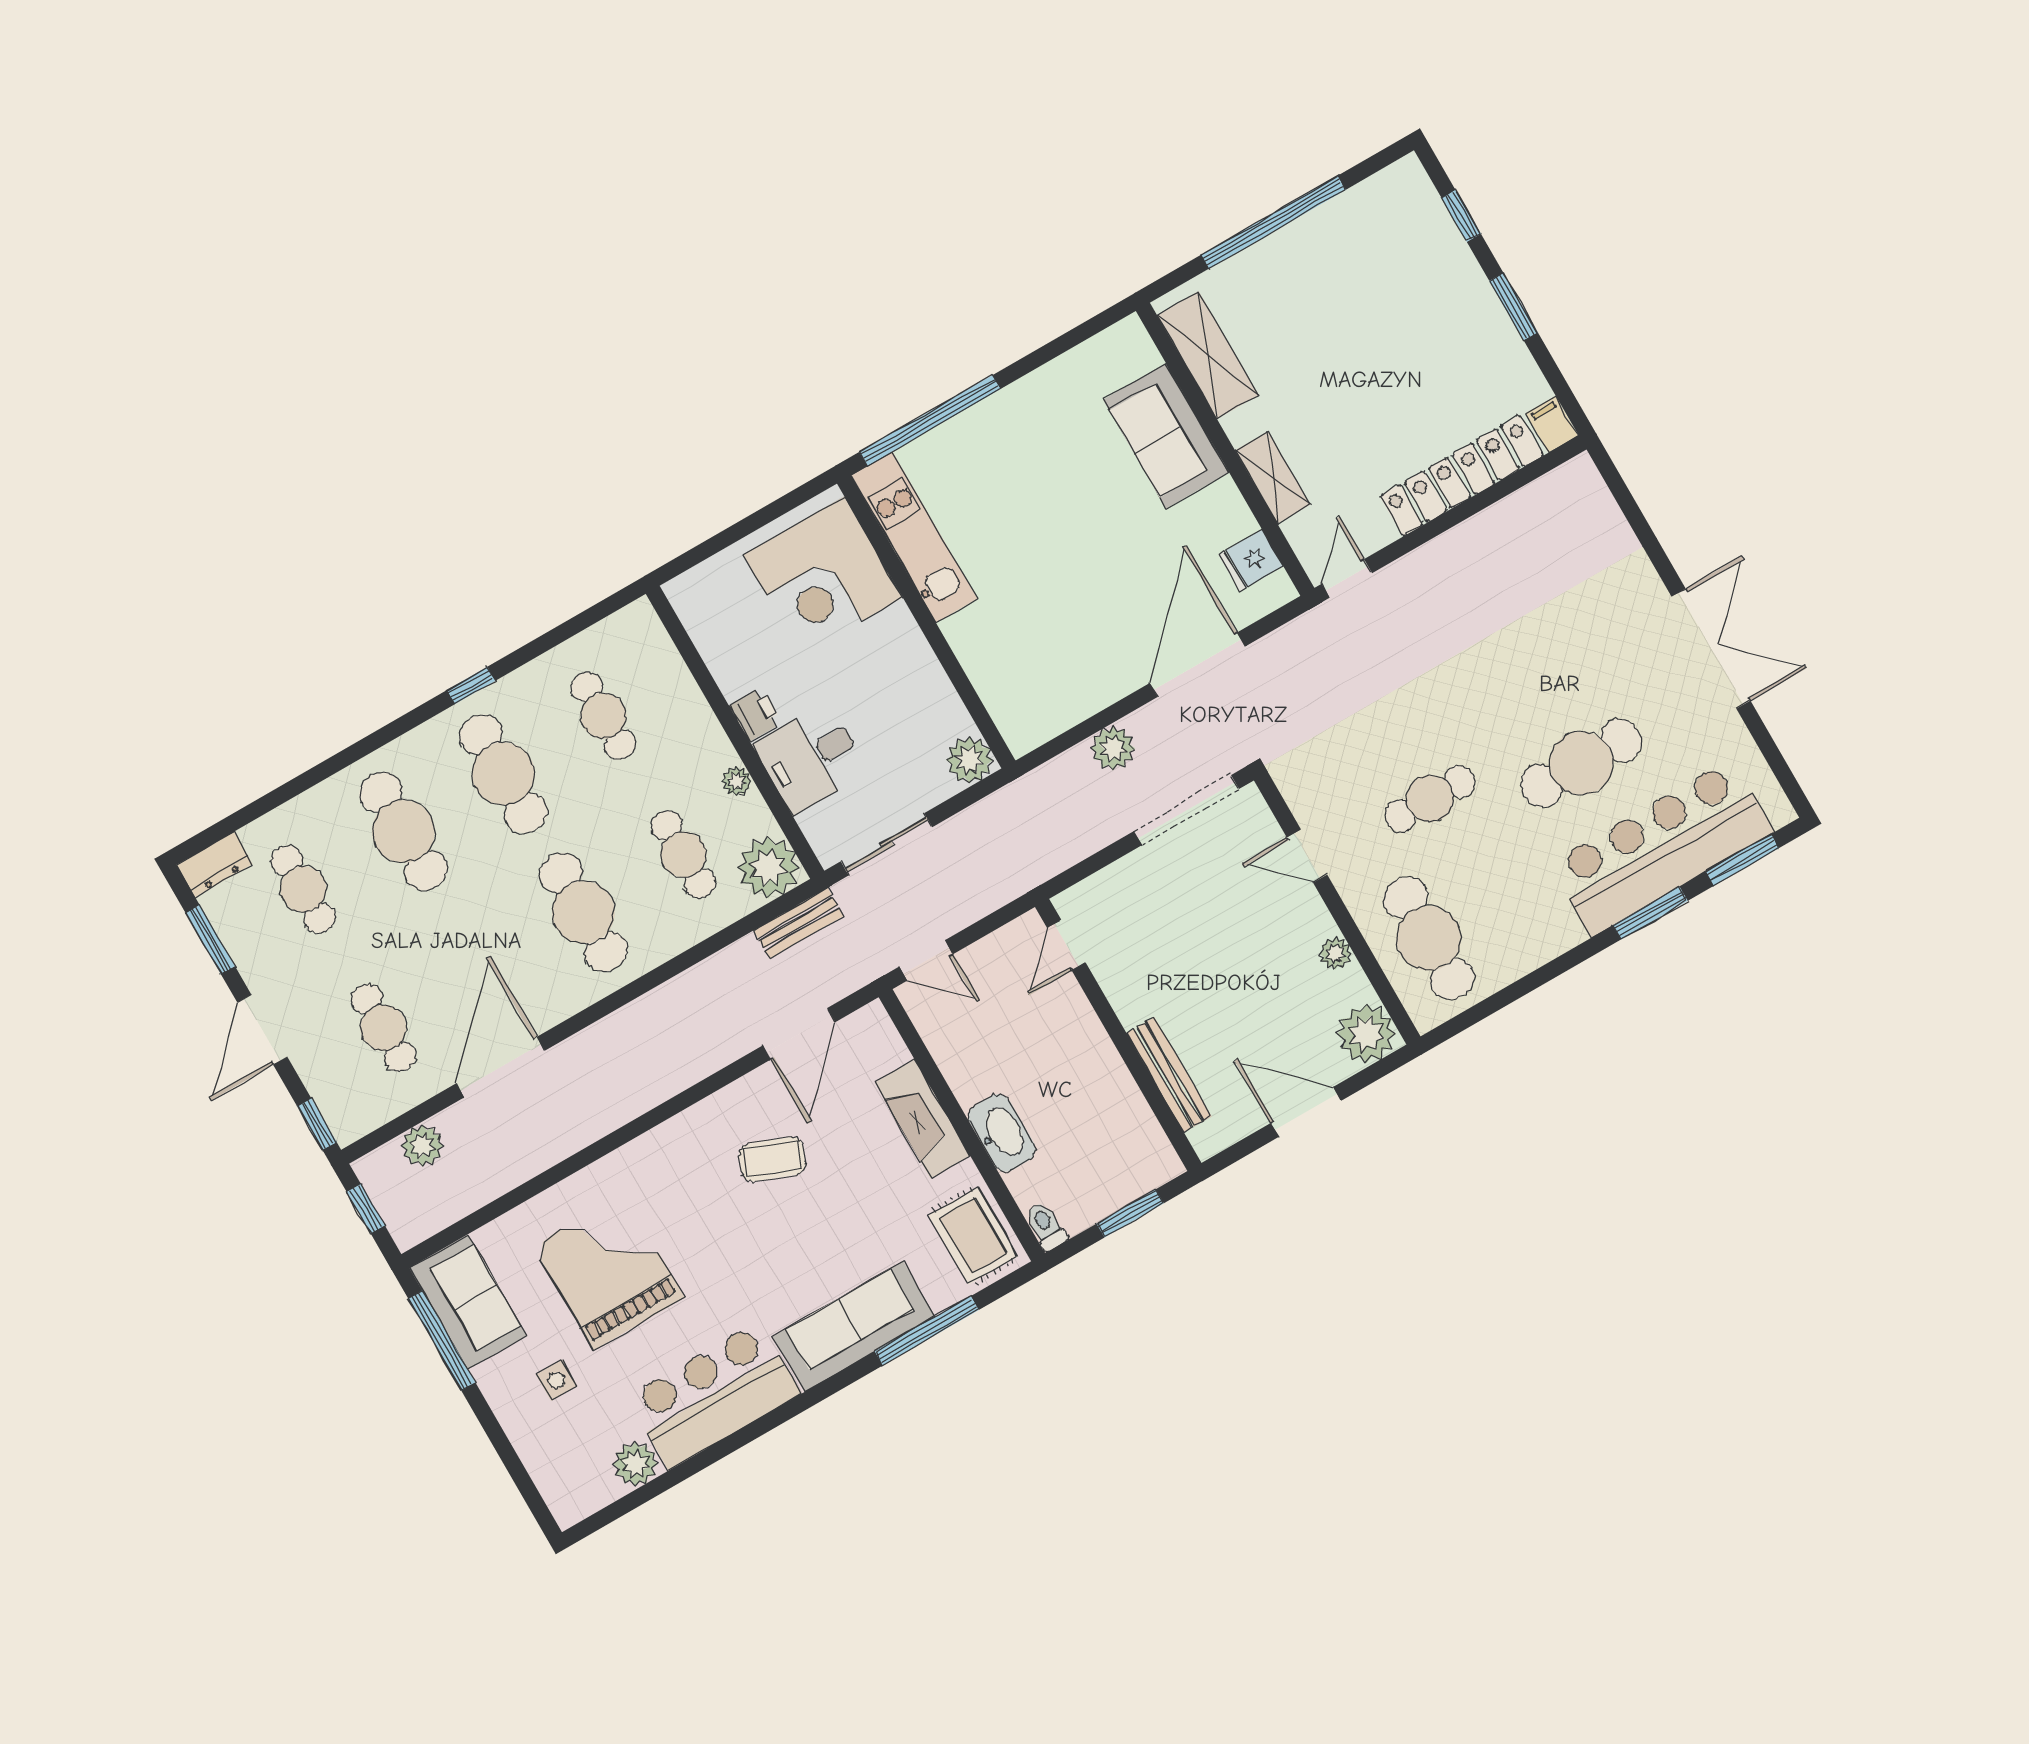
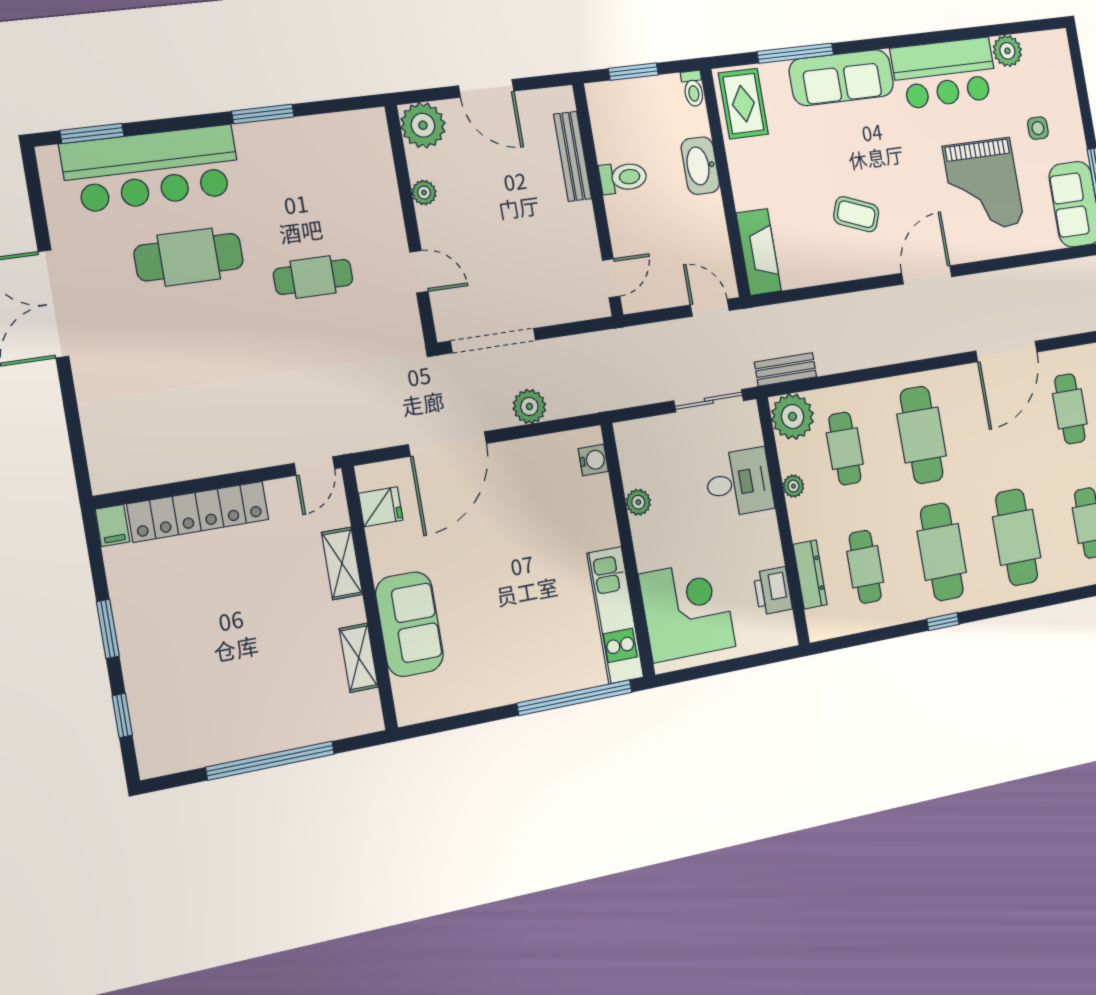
shelving: (1208, 355) -> (359, 658), width x0.67, depth x0.75
dresser: (675, 679) -> (810, 574), added
printer: (756, 714) -> (773, 591), moved, width x1.36, depth x1.24
water cooler: (1009, 714) -> (593, 460), added
plant: (969, 760) -> (638, 502), moved, width x0.73, depth x0.73
window: (1650, 913) -> (263, 114), moved
cafe table: (1429, 938) -> (352, 175), removed
door: (799, 1034) -> (927, 275), moved
toilet: (1096, 1076) -> (623, 177), added
fireplace: (923, 1119) -> (759, 252), moved
plant: (422, 1146) -> (1071, 320), removed

